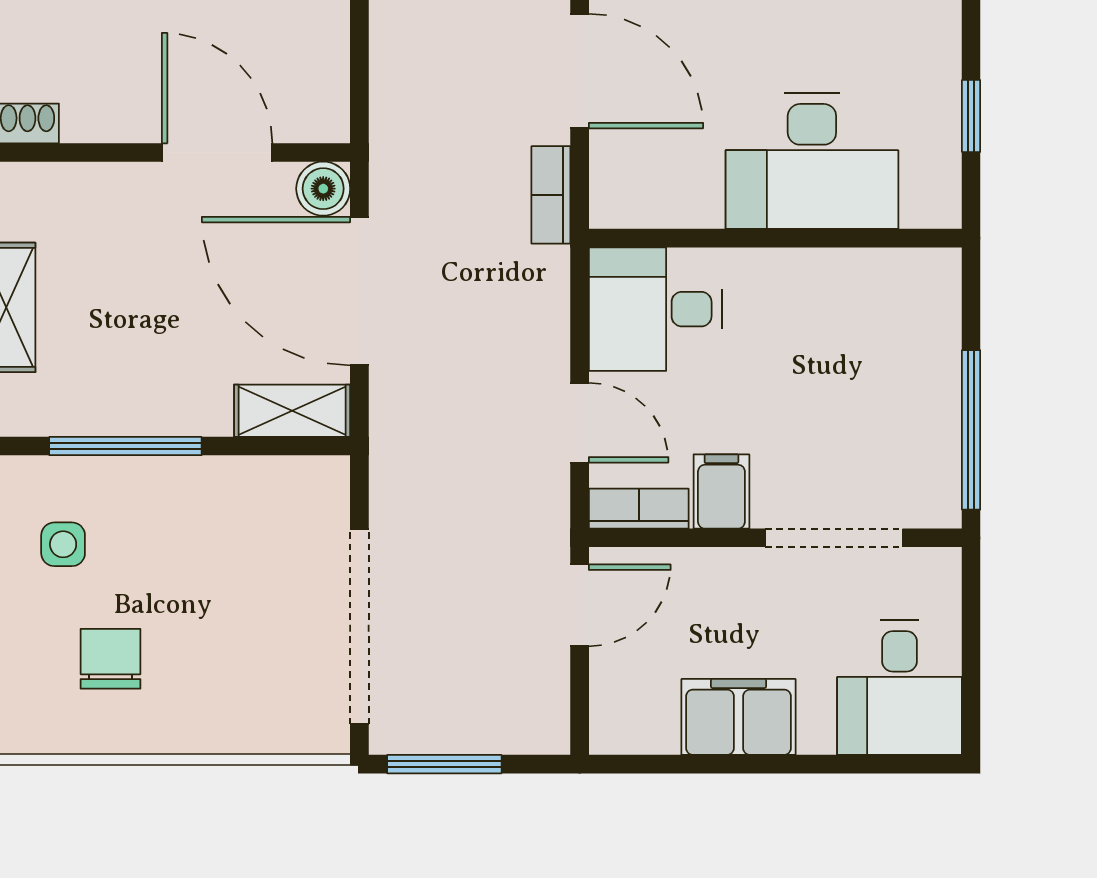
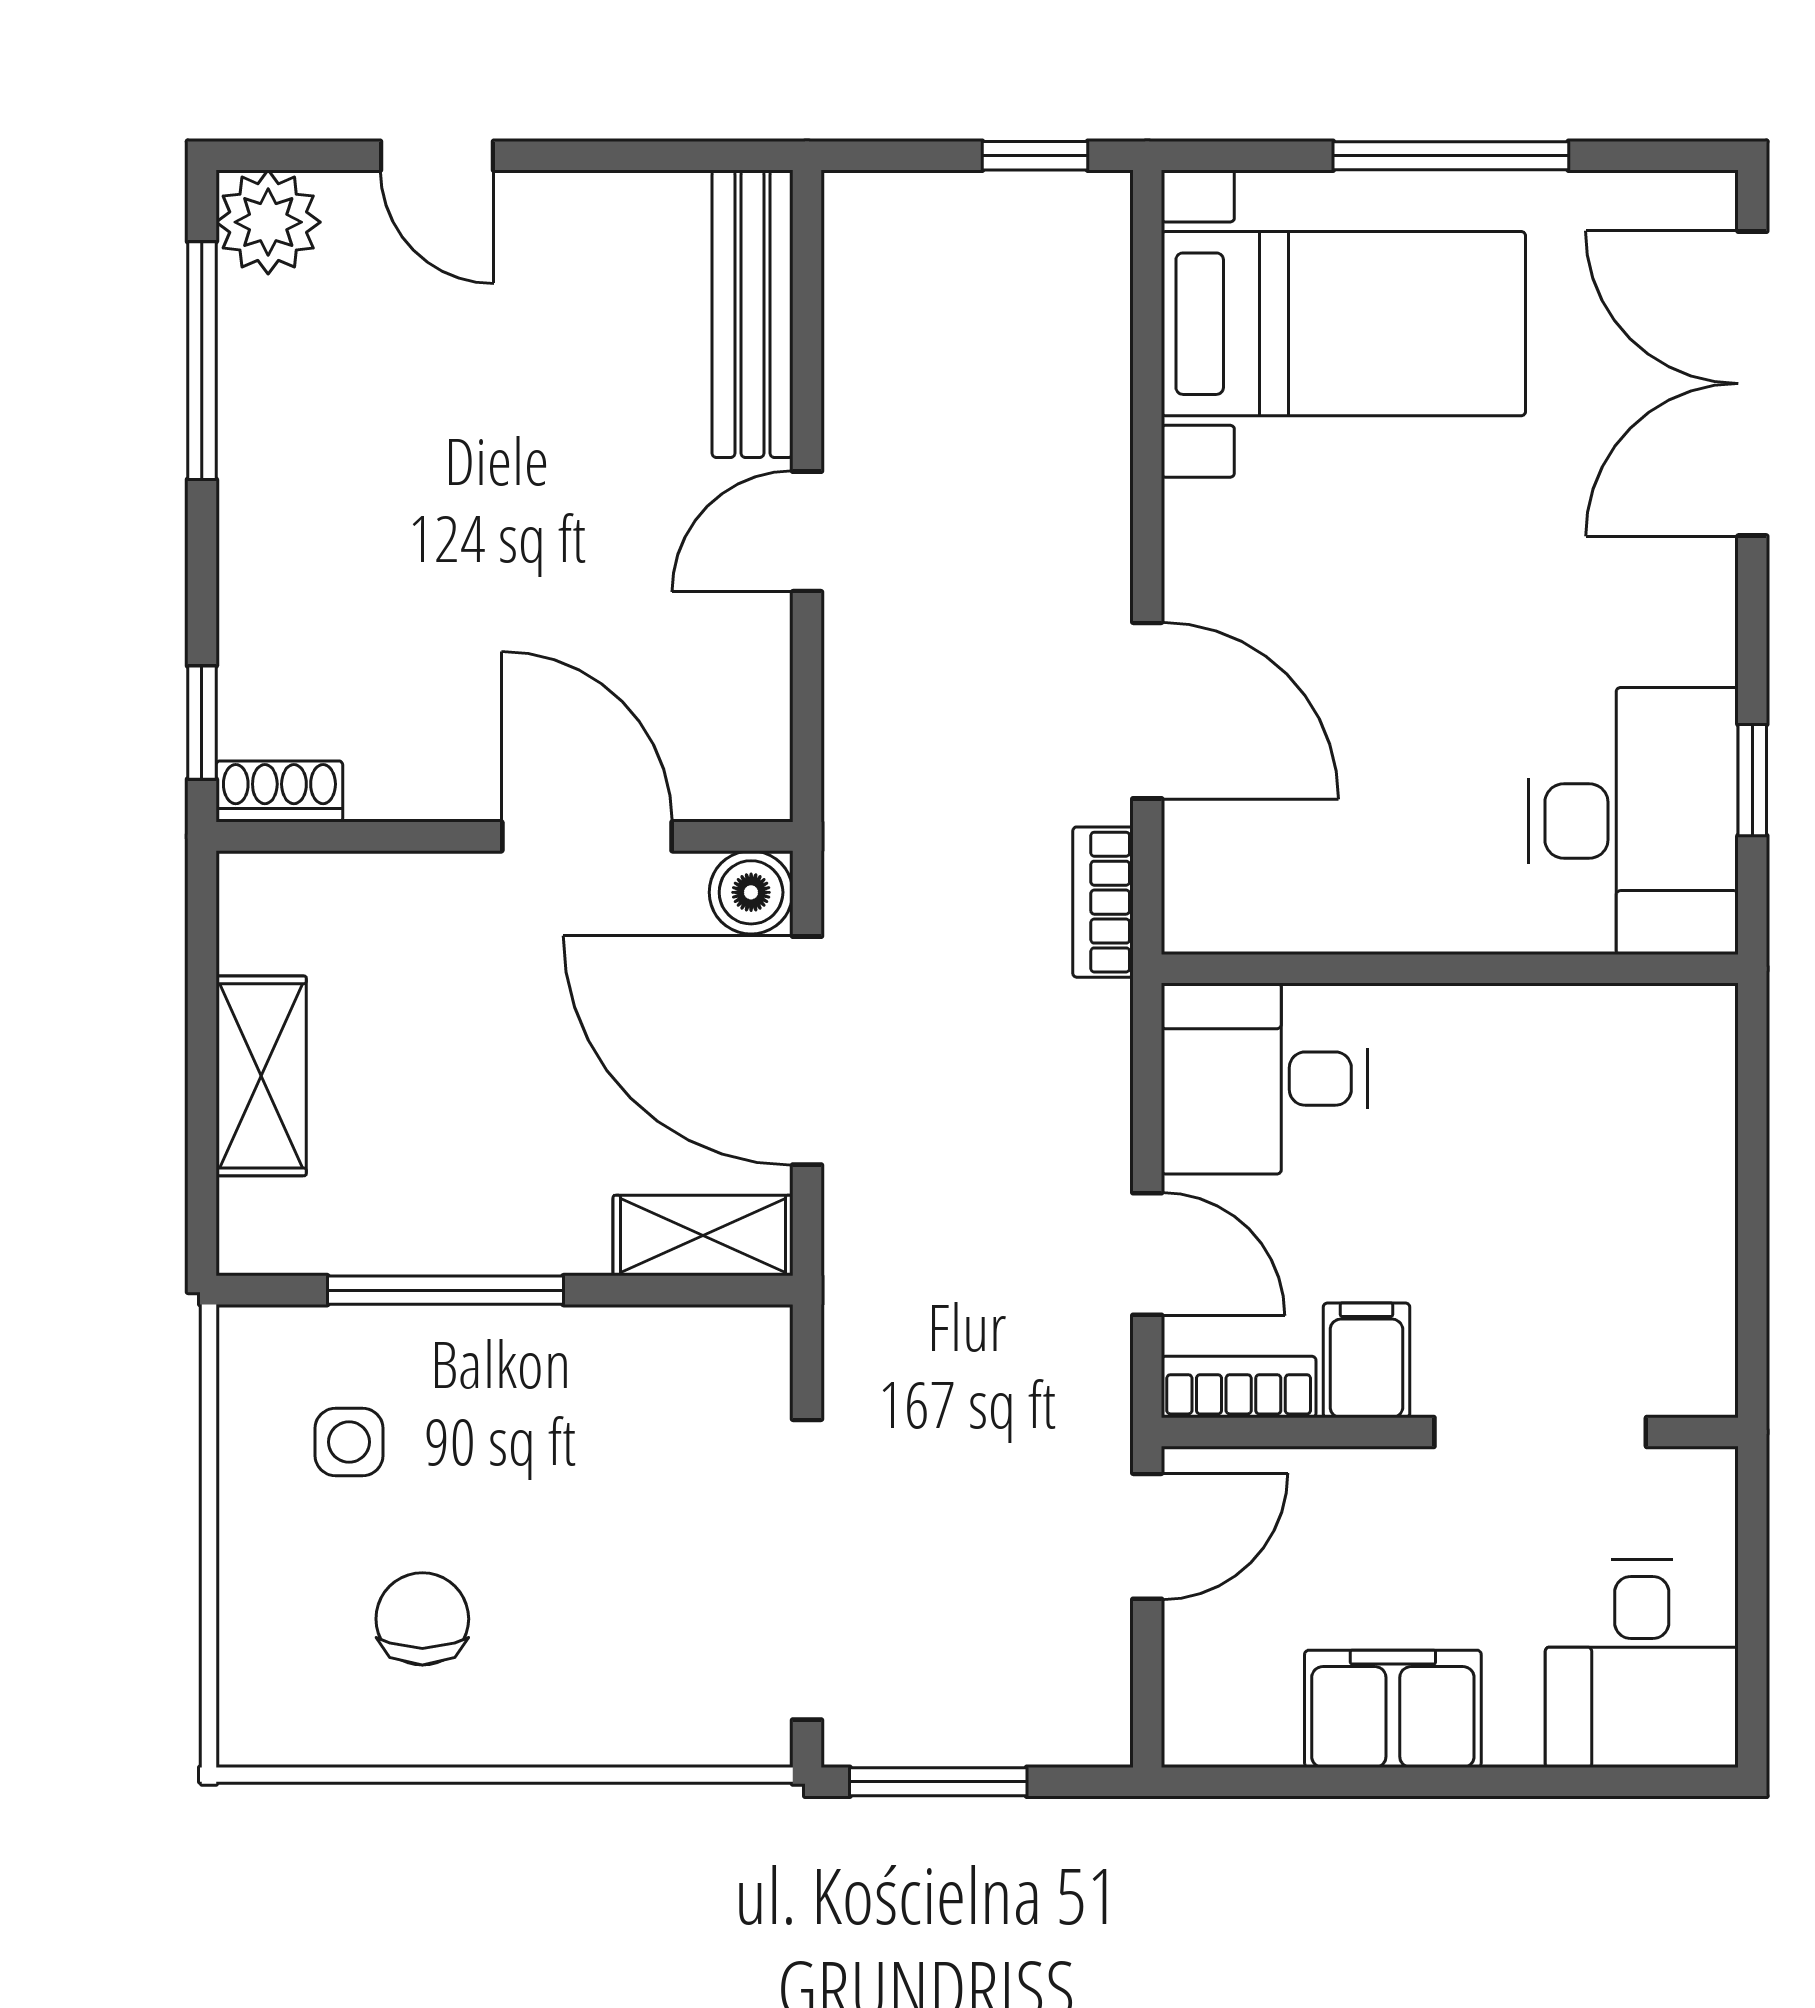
desk: (812, 161) -> (1633, 821), moved, turned -90
window: (971, 430) -> (1752, 1265), removed

